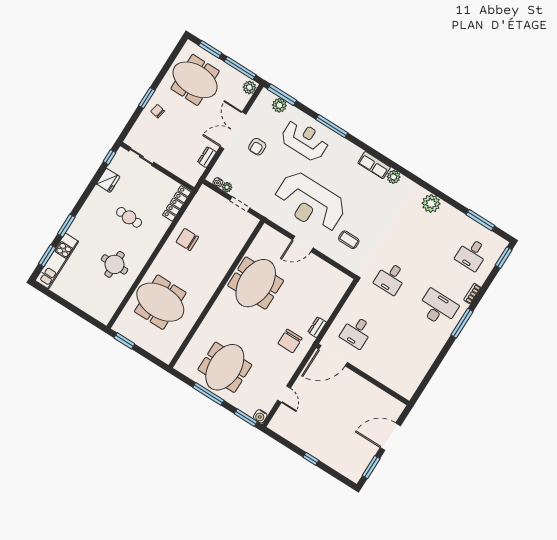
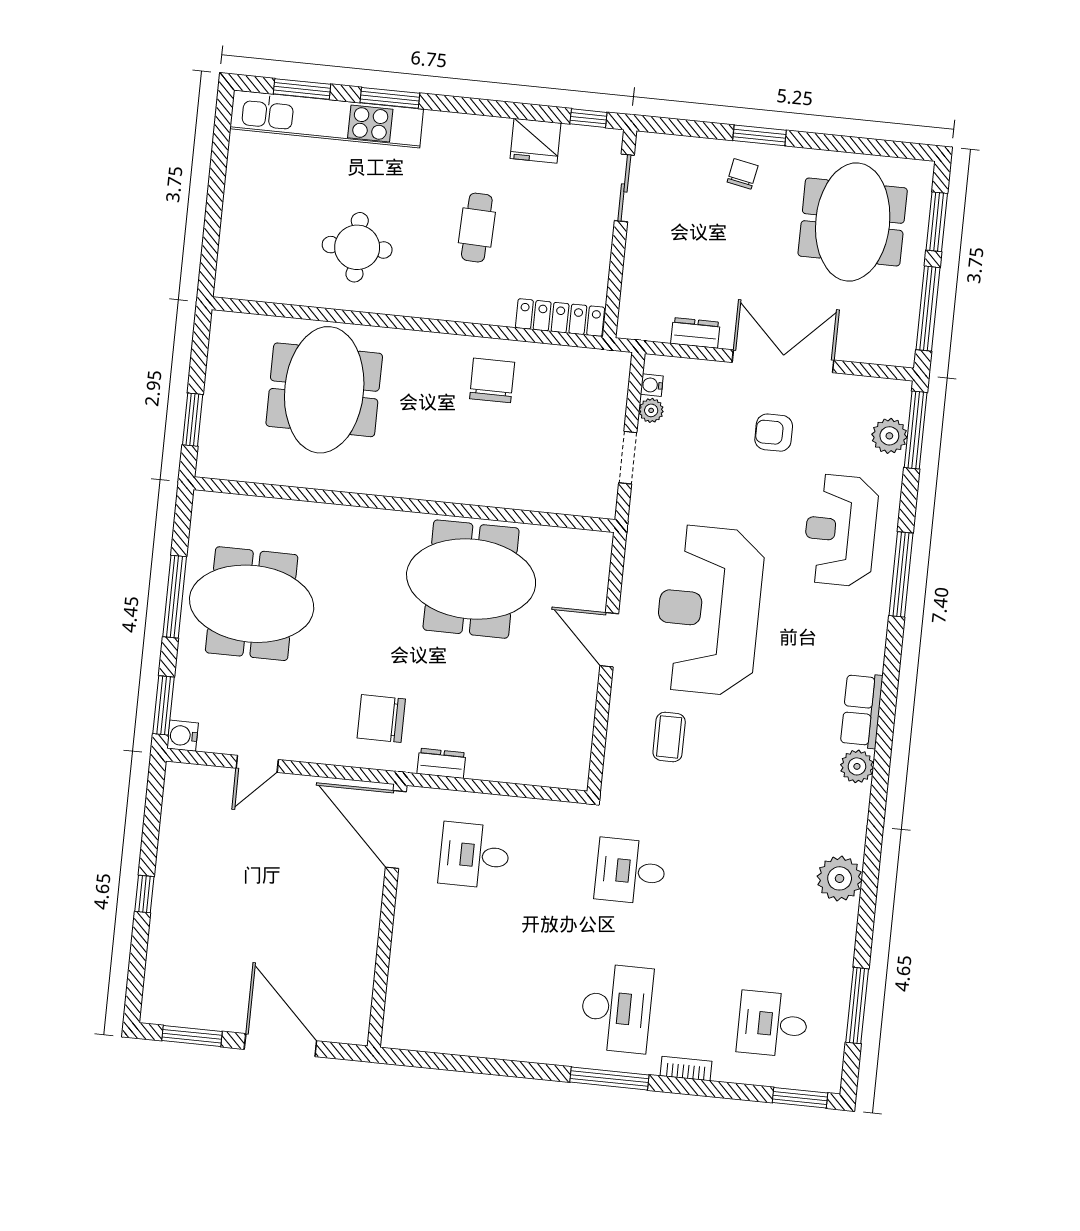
plant: (249, 87) -> (896, 350), removed
reception desk: (305, 140) -> (840, 530), turned 180
kitchen unit: (57, 261) -> (327, 119), width x1.36
window: (124, 341) -> (193, 420), moved

